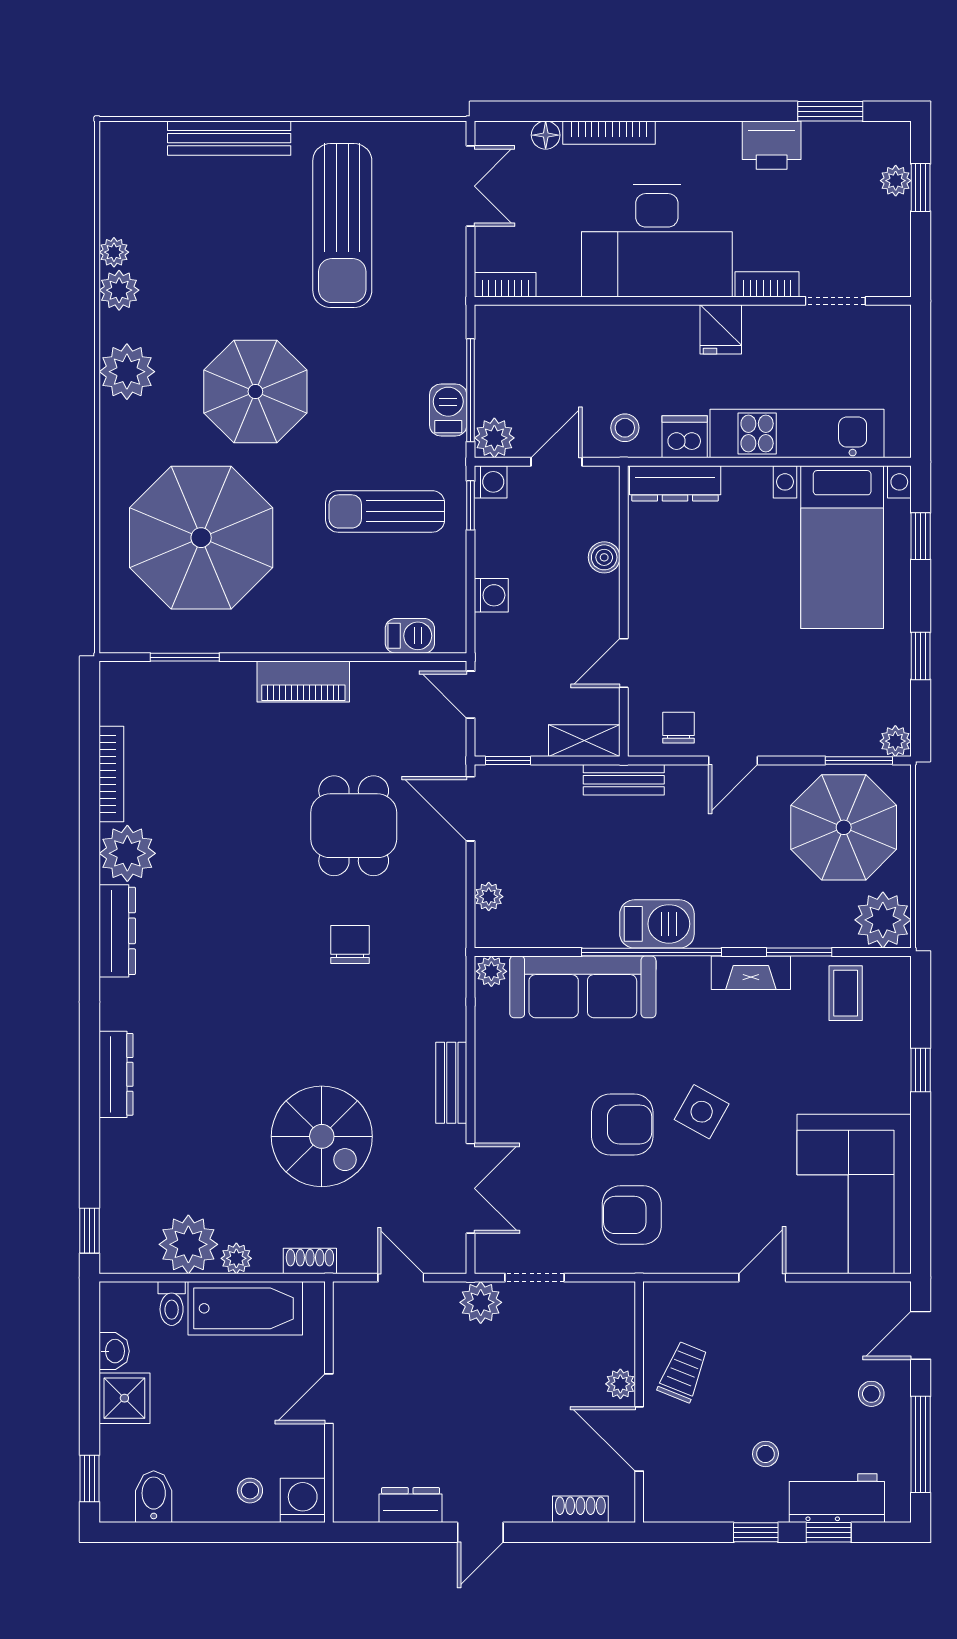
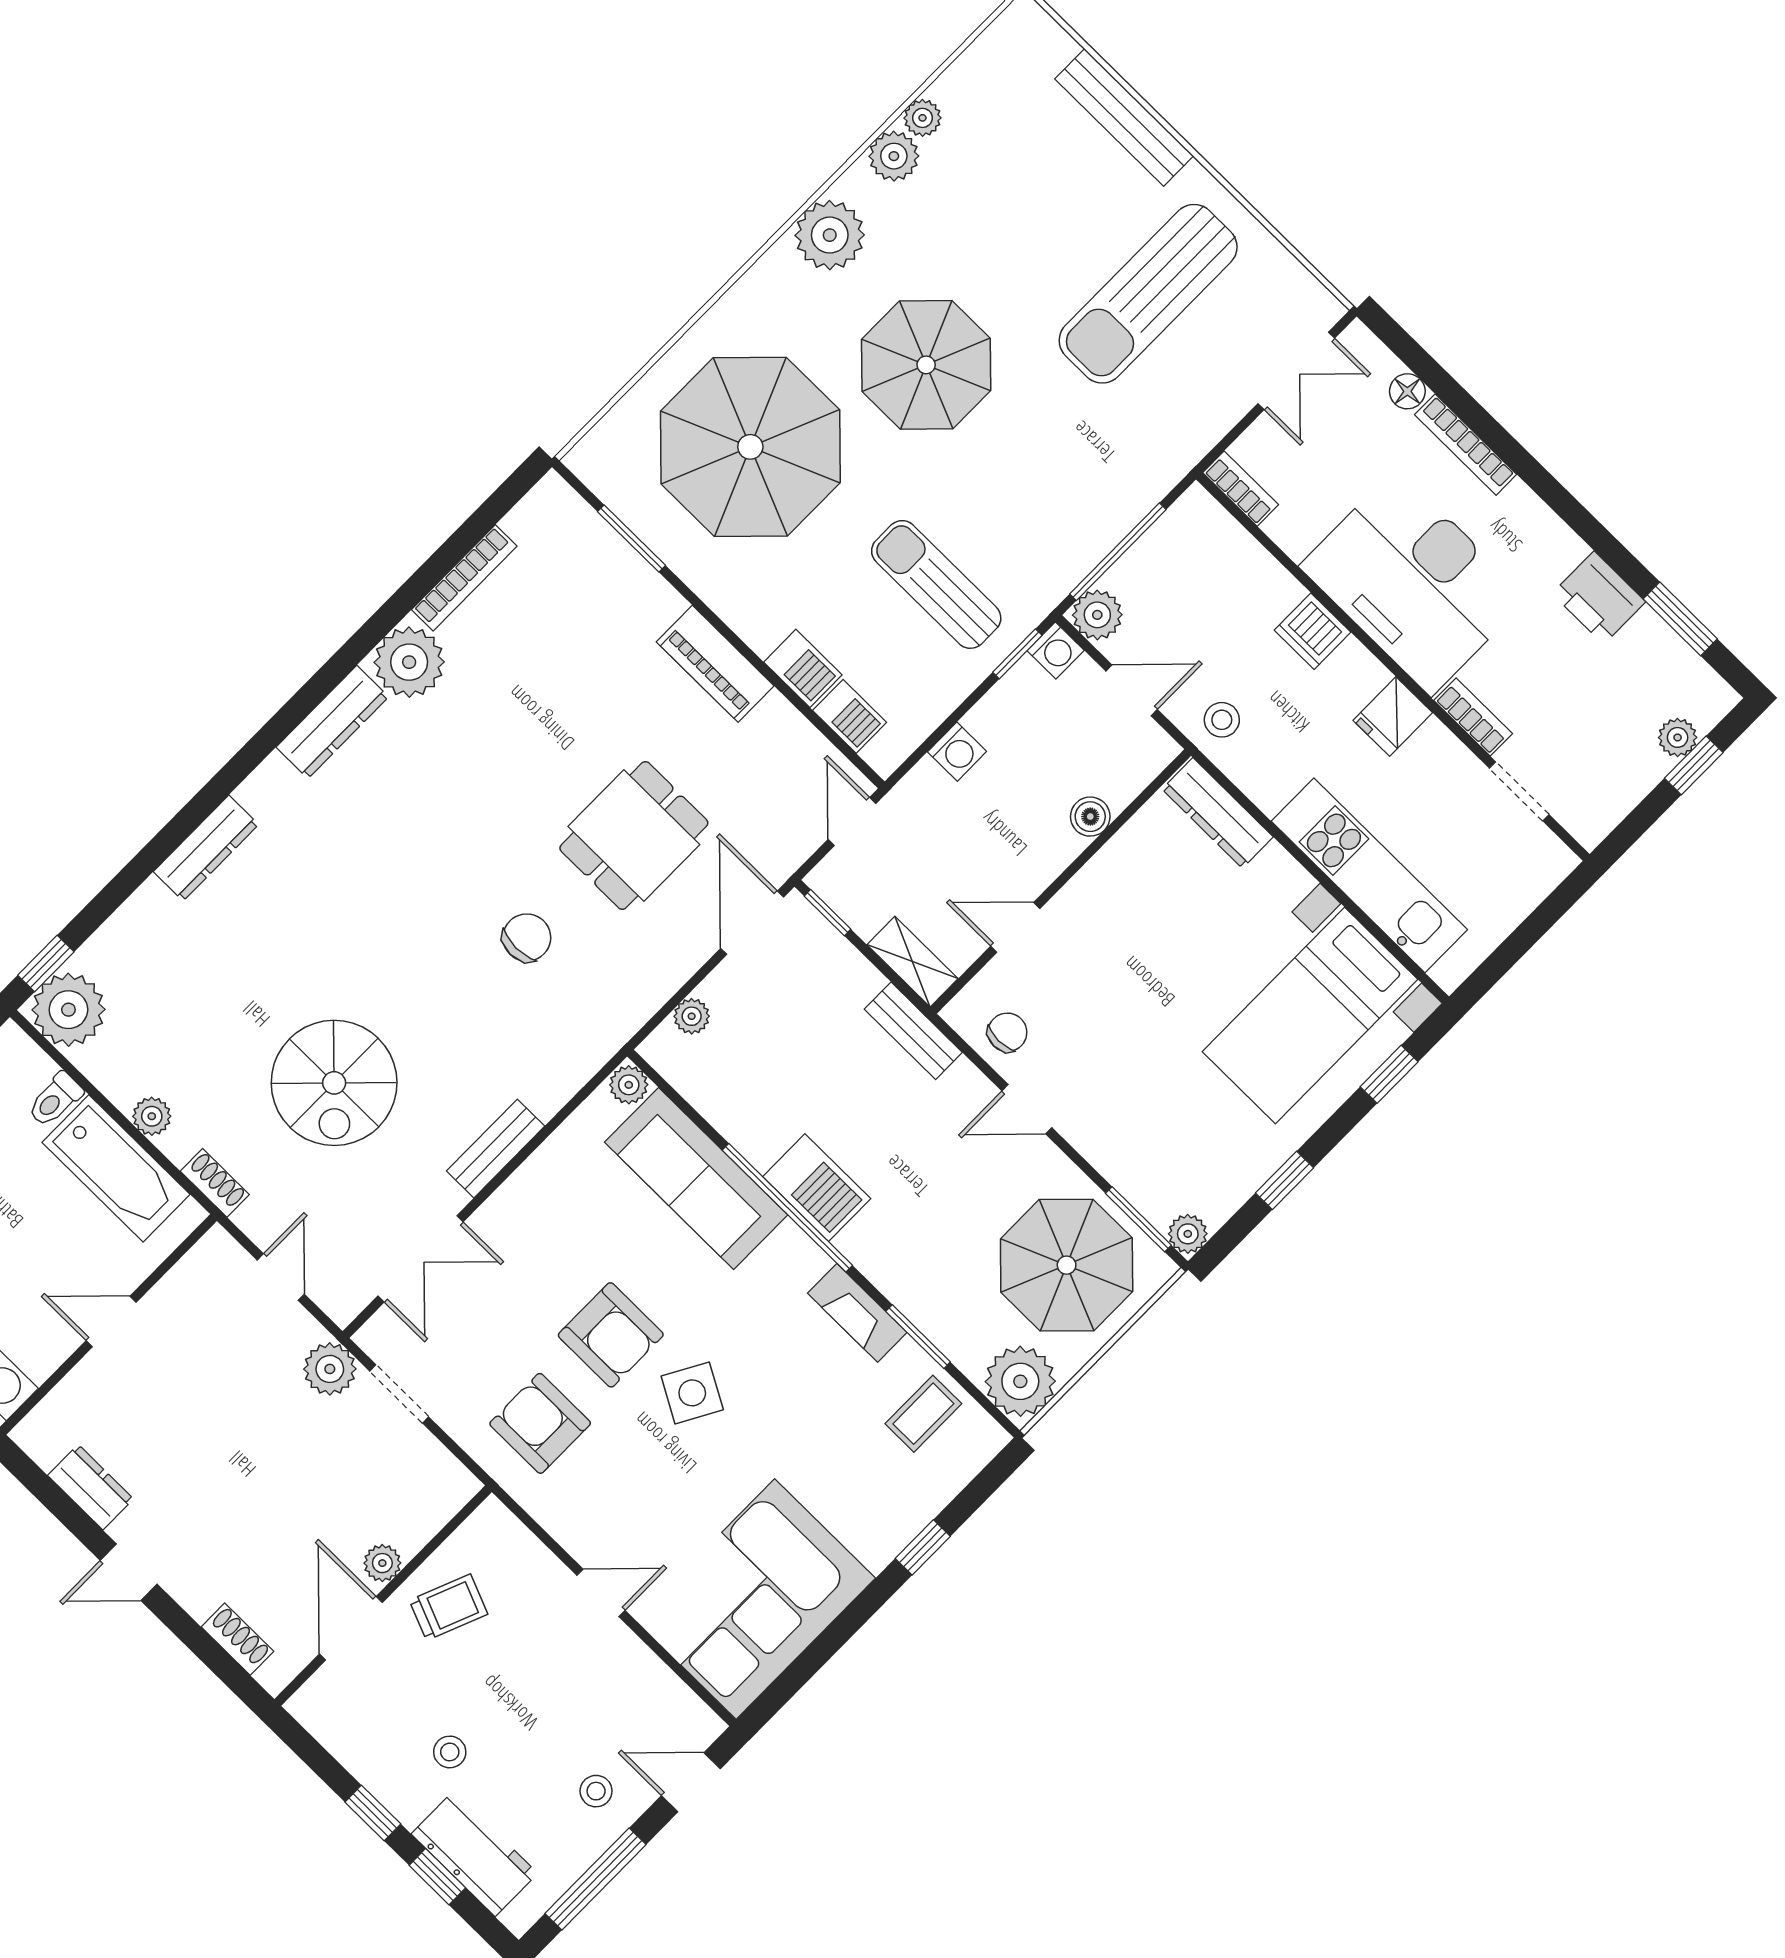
barbecue: (448, 410) -> (803, 668), moved, turned 90
dishwasher: (685, 437) -> (1313, 631), moved, turned 180
plant: (188, 1244) -> (68, 1010), moved

